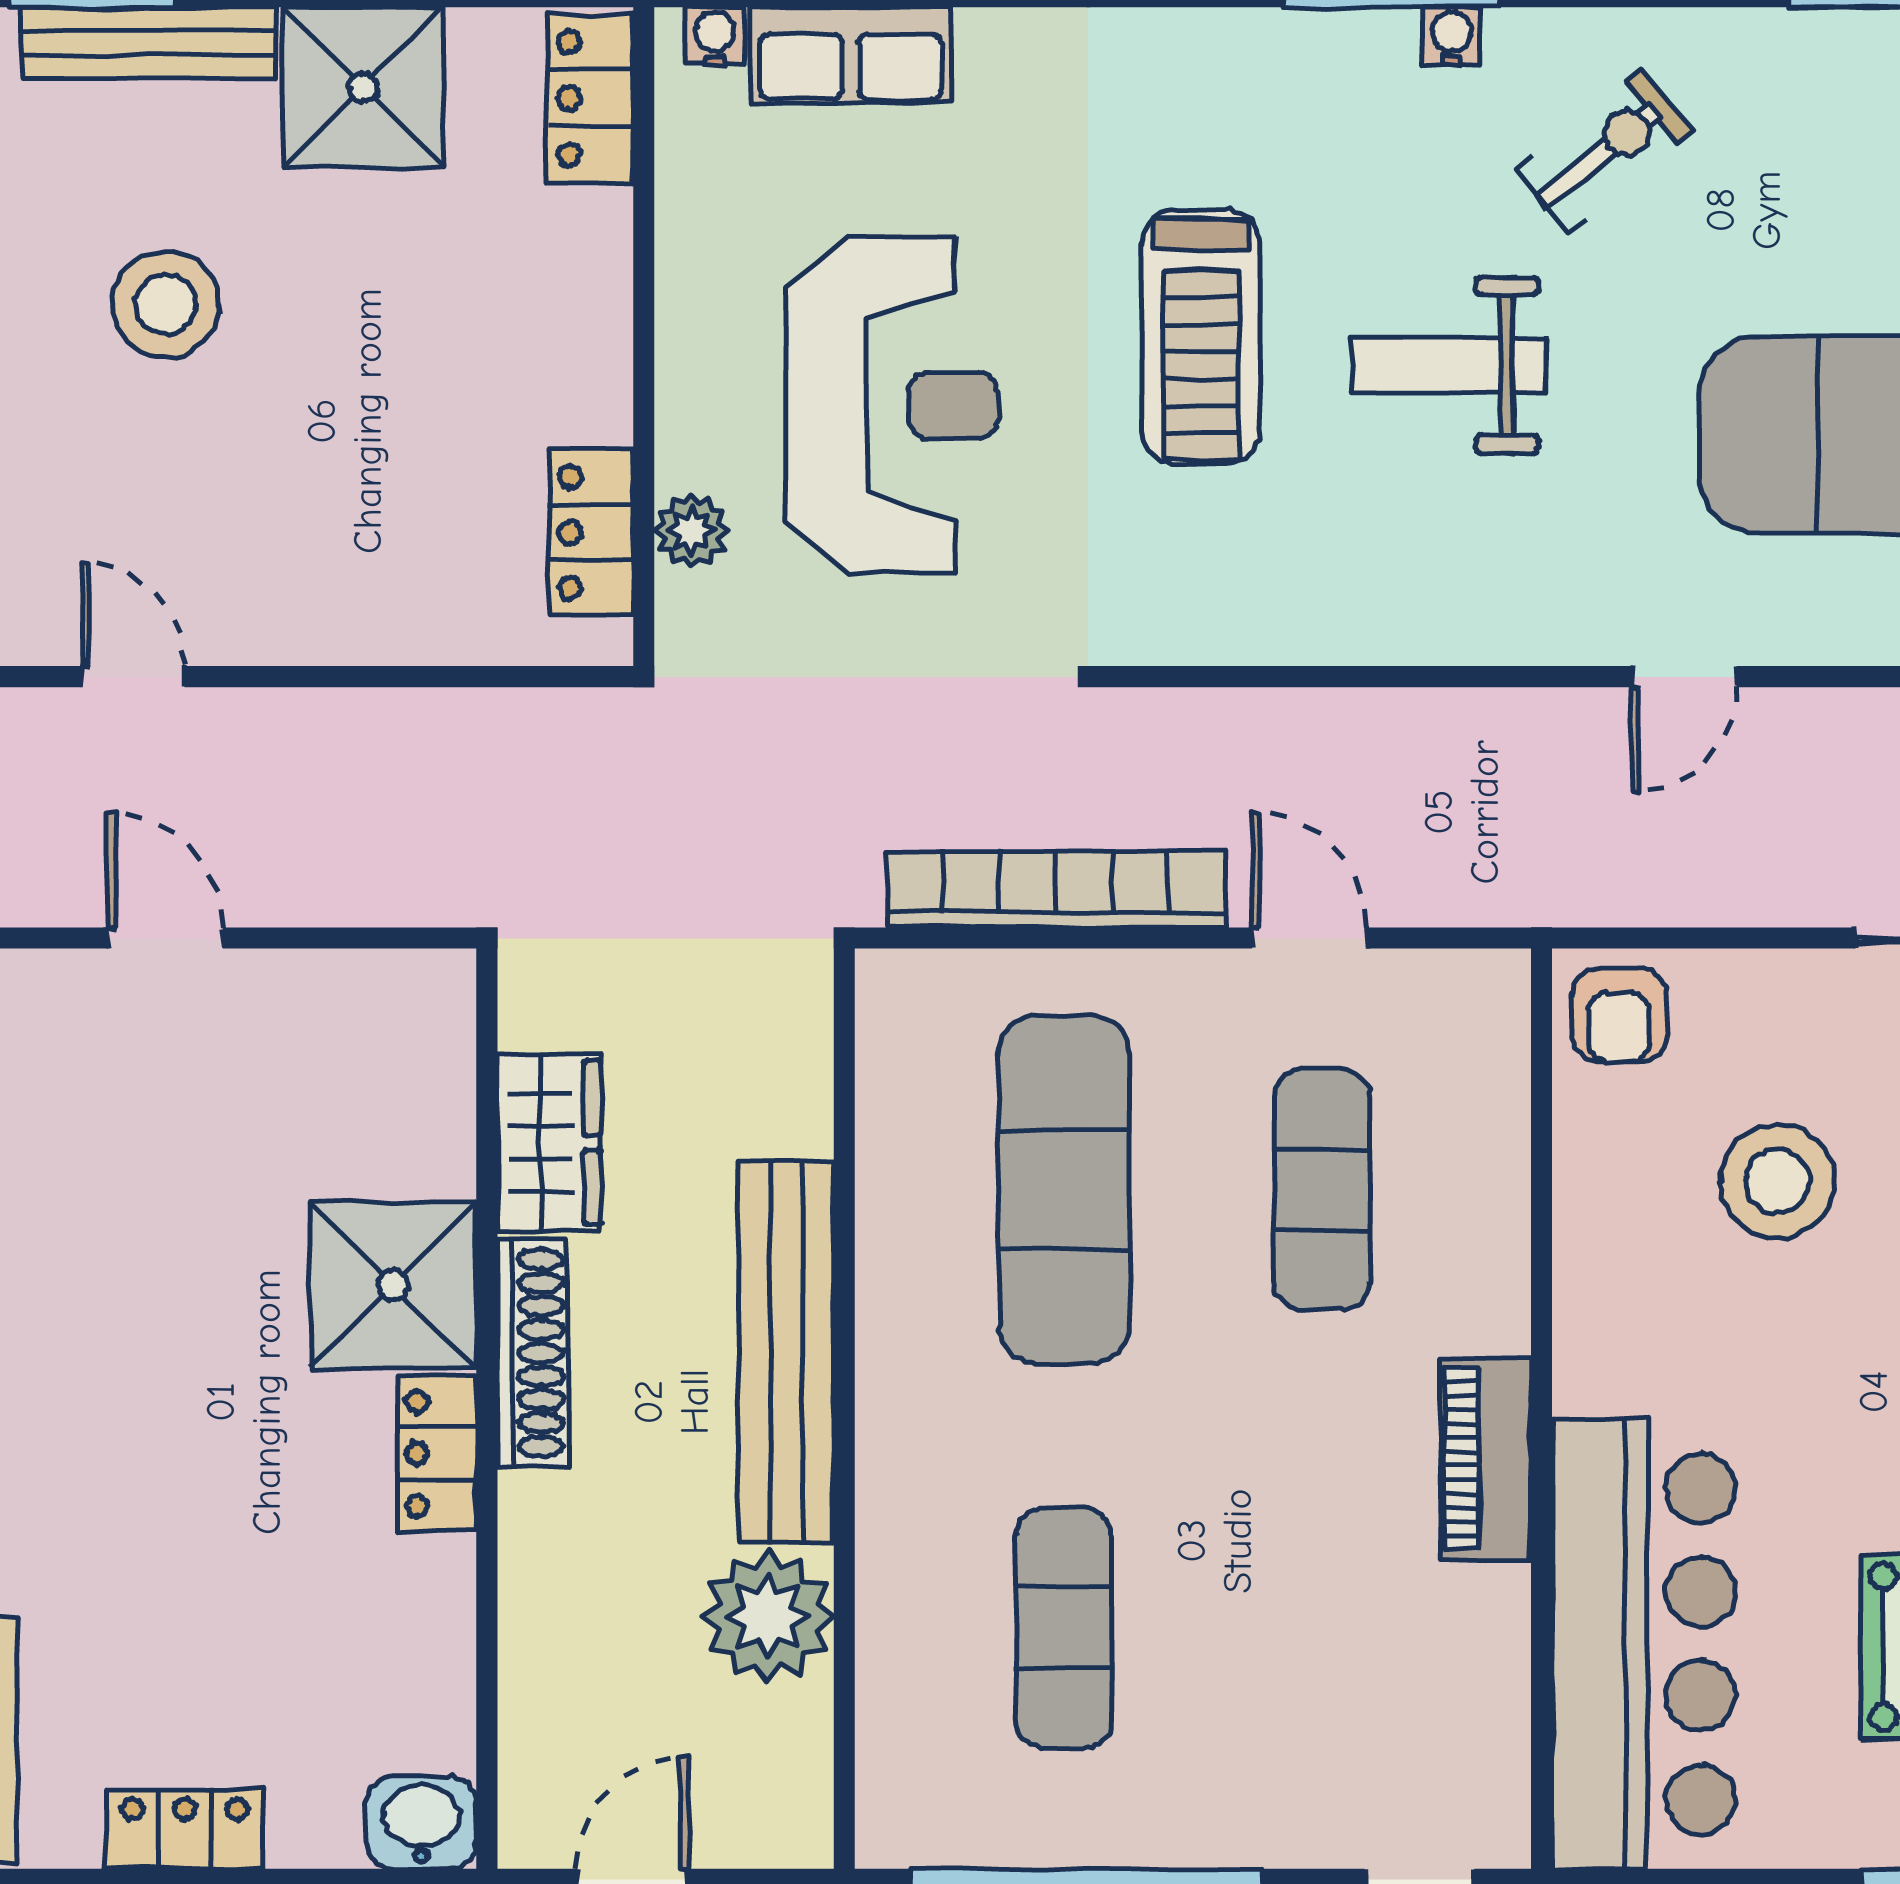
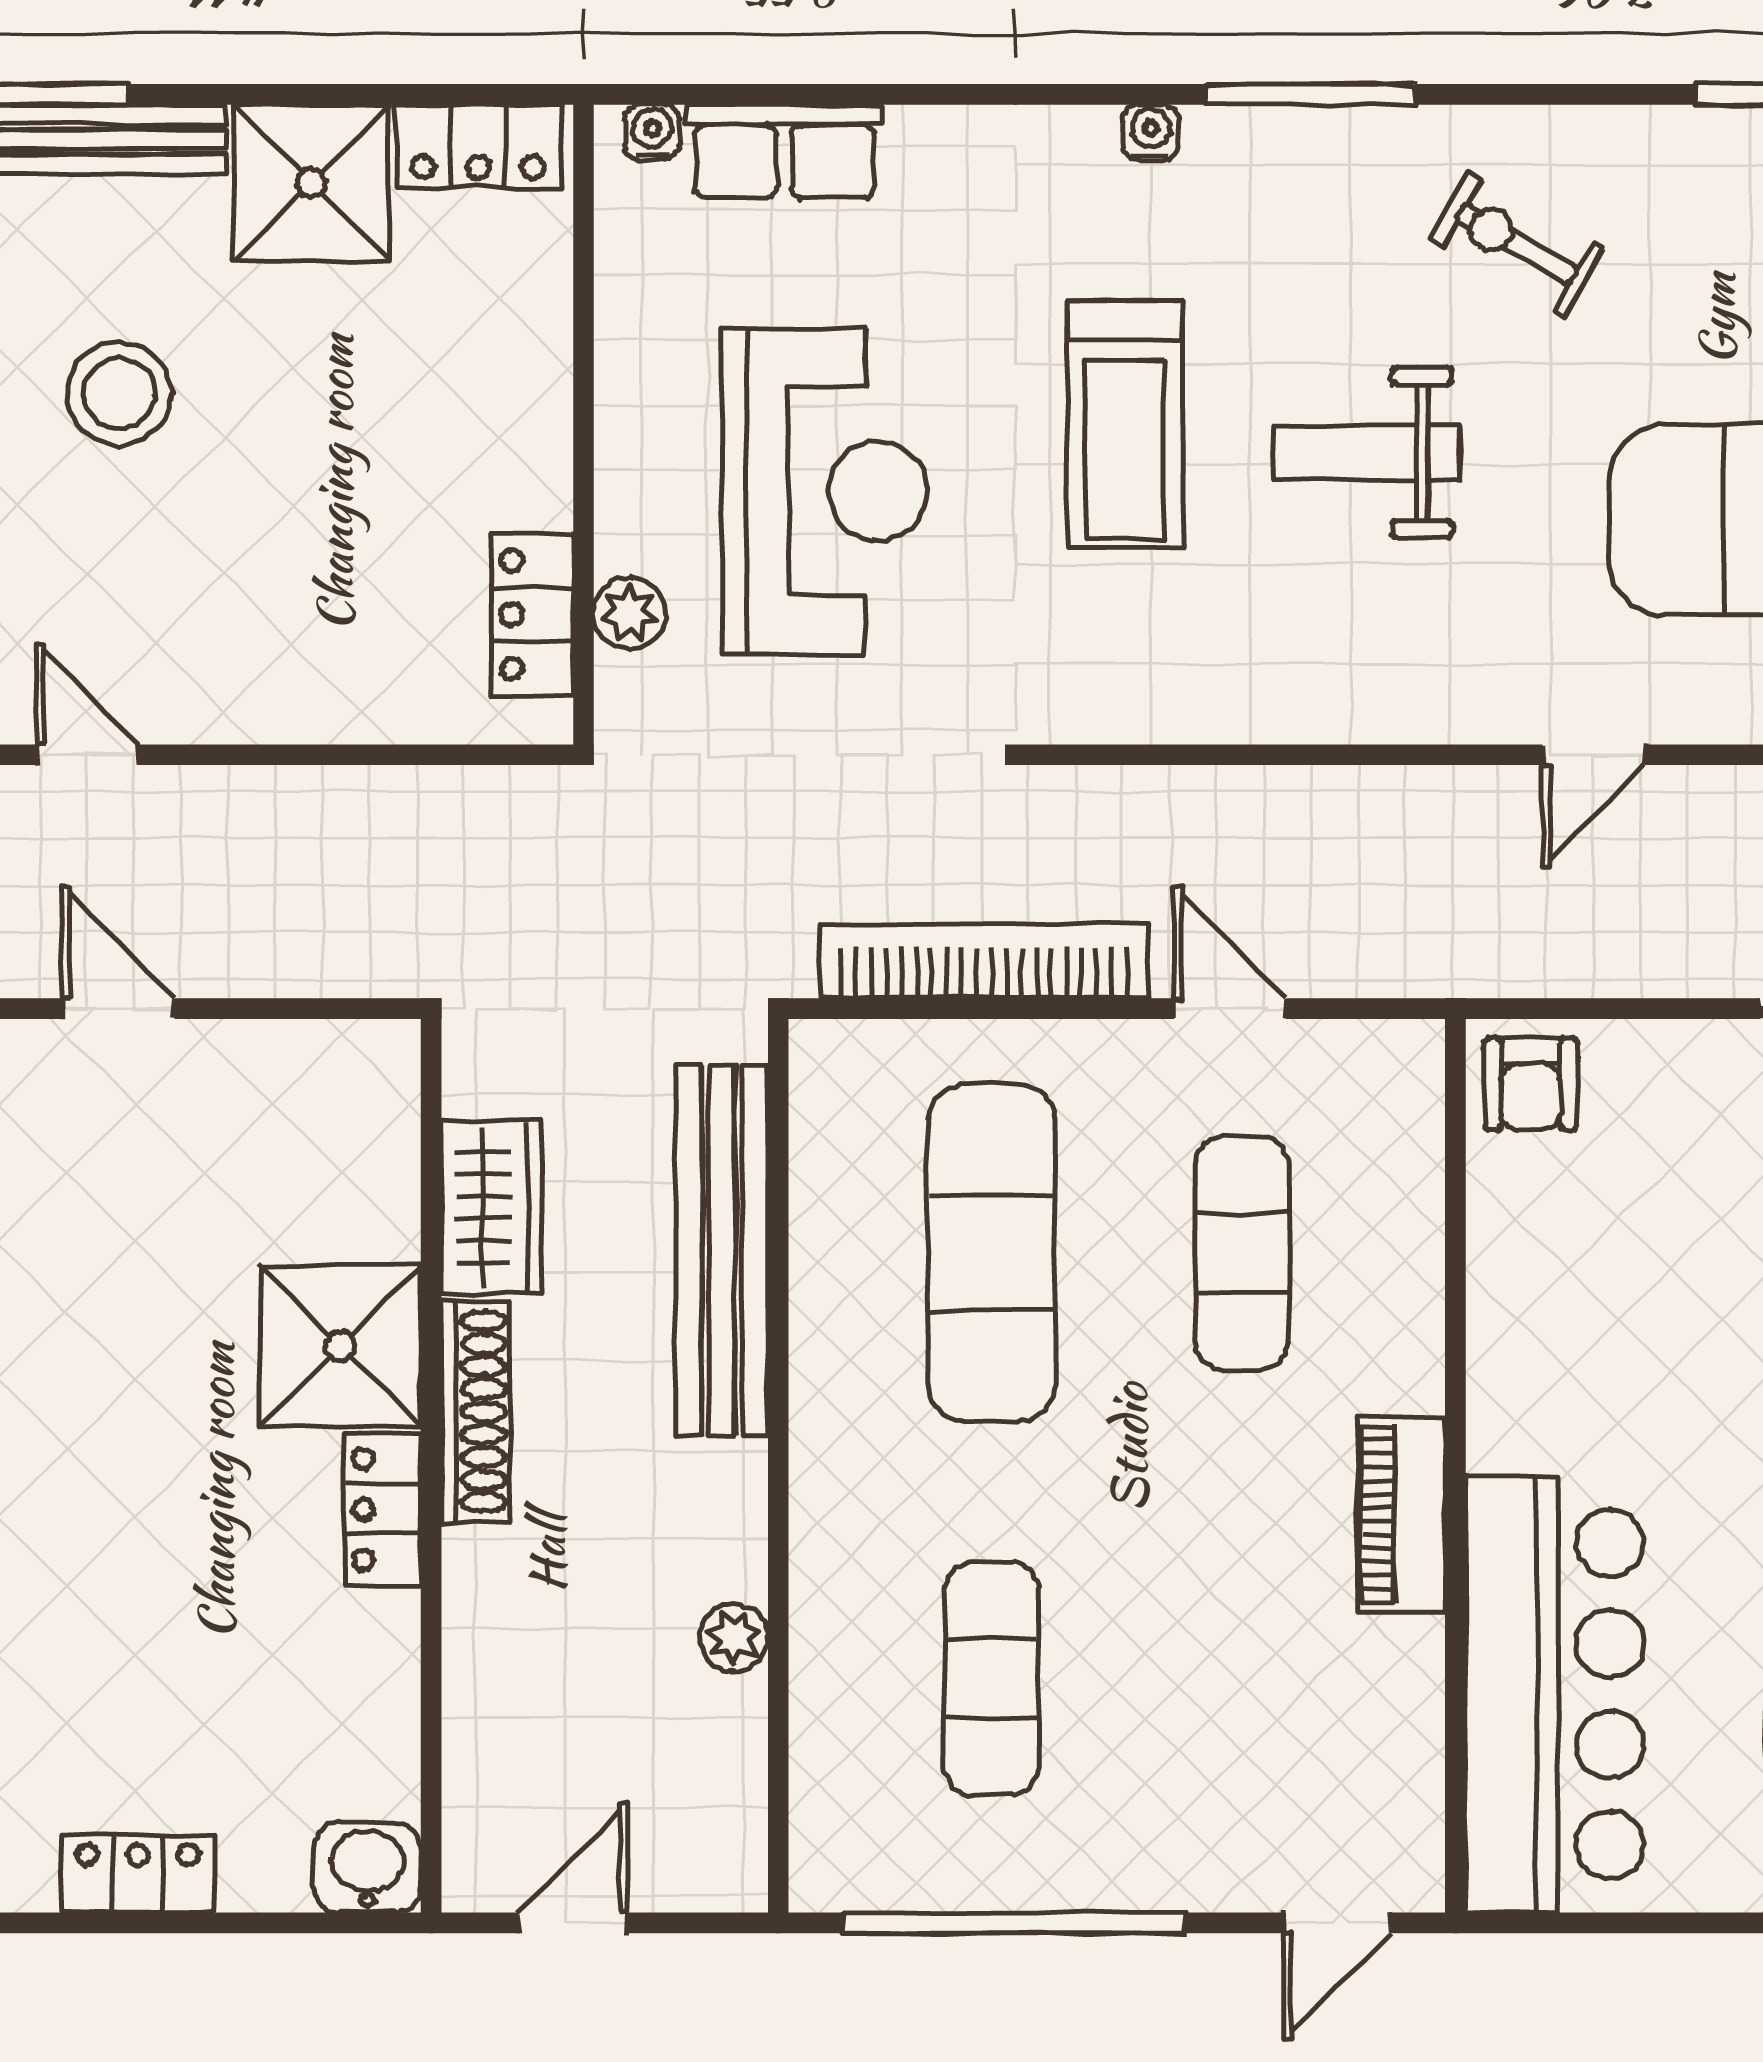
water cooler: (1452, 36) -> (1151, 133), moved
locker: (590, 98) -> (478, 146), moved, turned -90
exercise bike: (1605, 151) -> (1517, 244), turned -111
stool: (1778, 1181) -> (1685, 1245), removed
bench: (786, 1352) -> (722, 1250), moved
plant: (768, 1616) -> (734, 1637), width x0.53, depth x0.53

